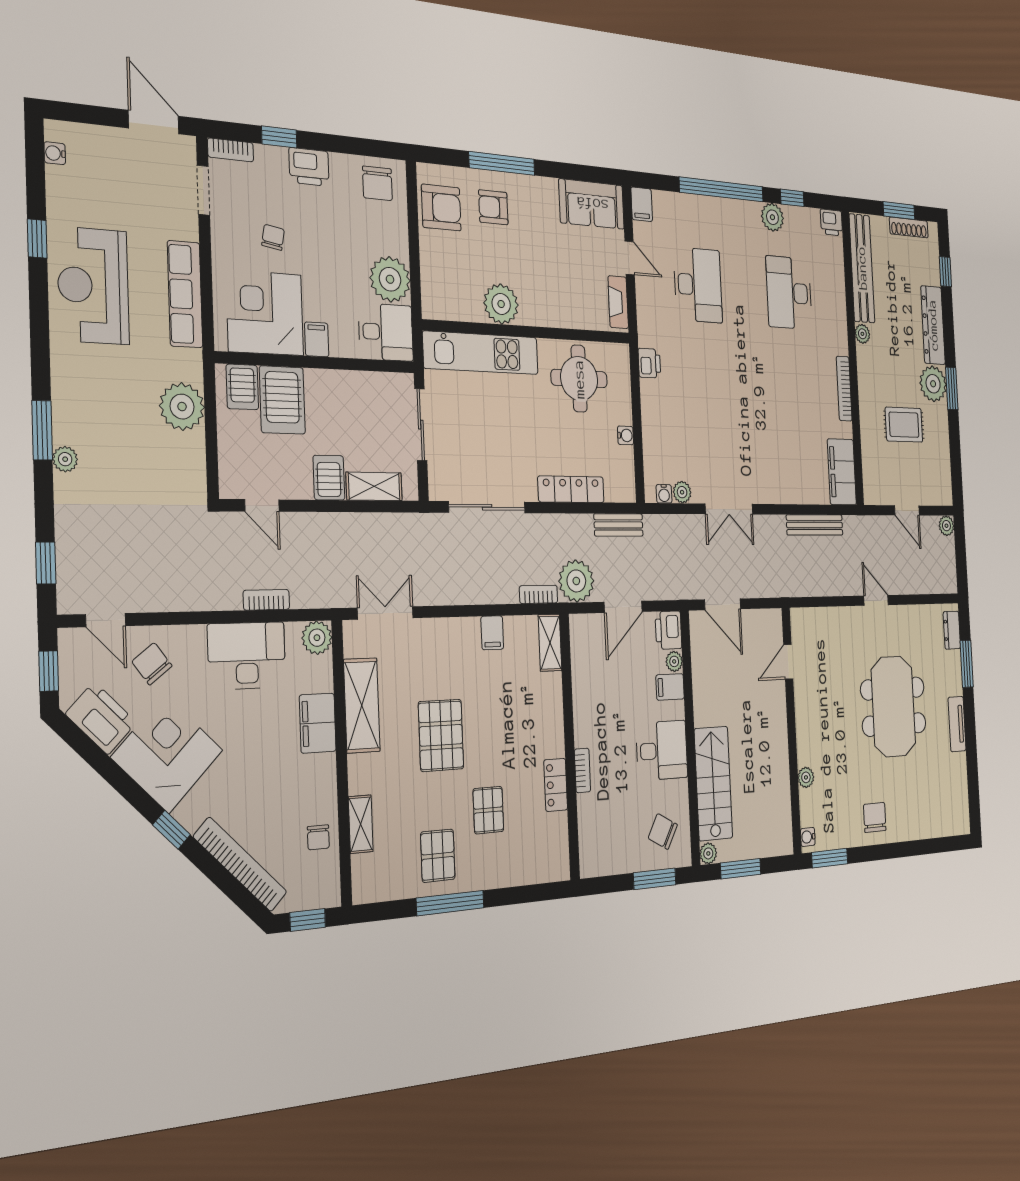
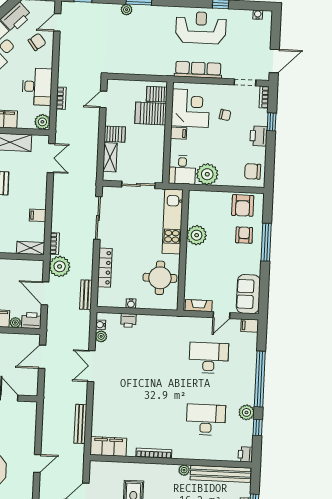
desk: (698, 285) -> (209, 358), turned 180
printer: (649, 363) -> (128, 320), moved
plant: (182, 407) -> (148, 65), removed

